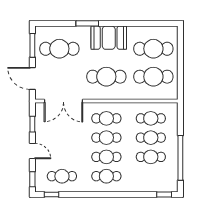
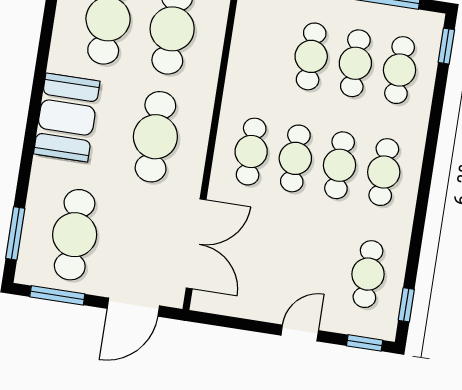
window: (87, 23) -> (15, 233), moved
cafe table: (151, 118) -> (400, 70), moved
window: (32, 124) -> (238, 323), removed

